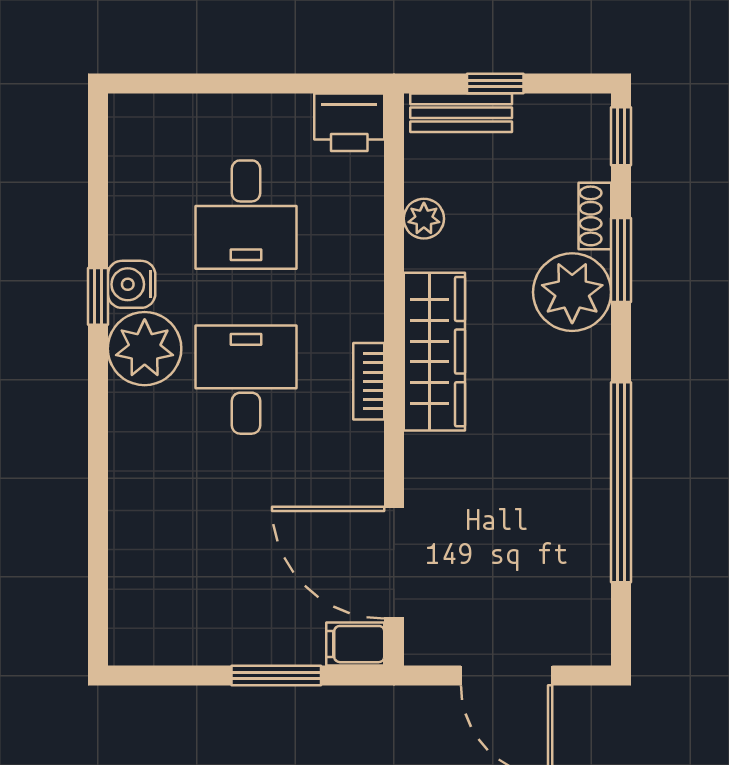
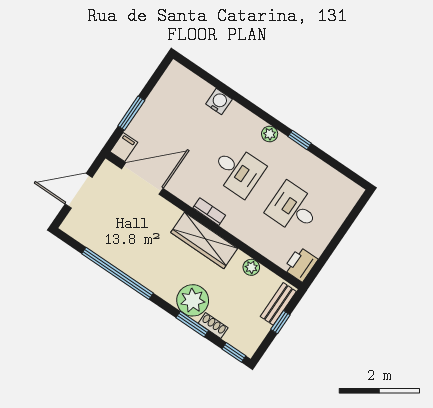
water cooler: (132, 284) -> (219, 102), moved
plant: (145, 349) -> (270, 134), width x0.53, depth x0.53

